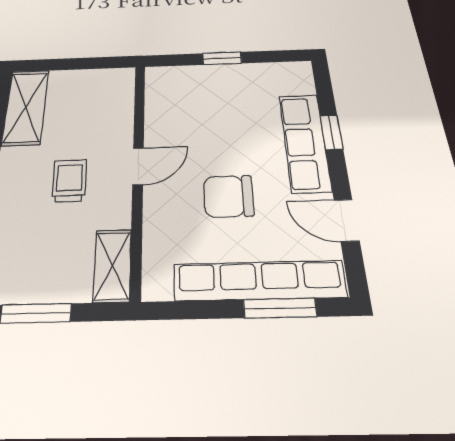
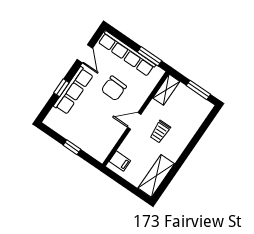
filing cabinet: (115, 89) -> (120, 161), added
chair: (228, 196) -> (114, 88), turned 92
window: (280, 308) -> (150, 56), moved

